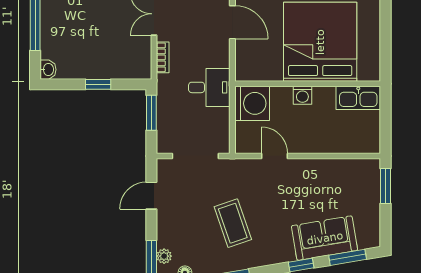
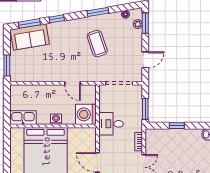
sofa: (325, 238) -> (30, 37), moved

